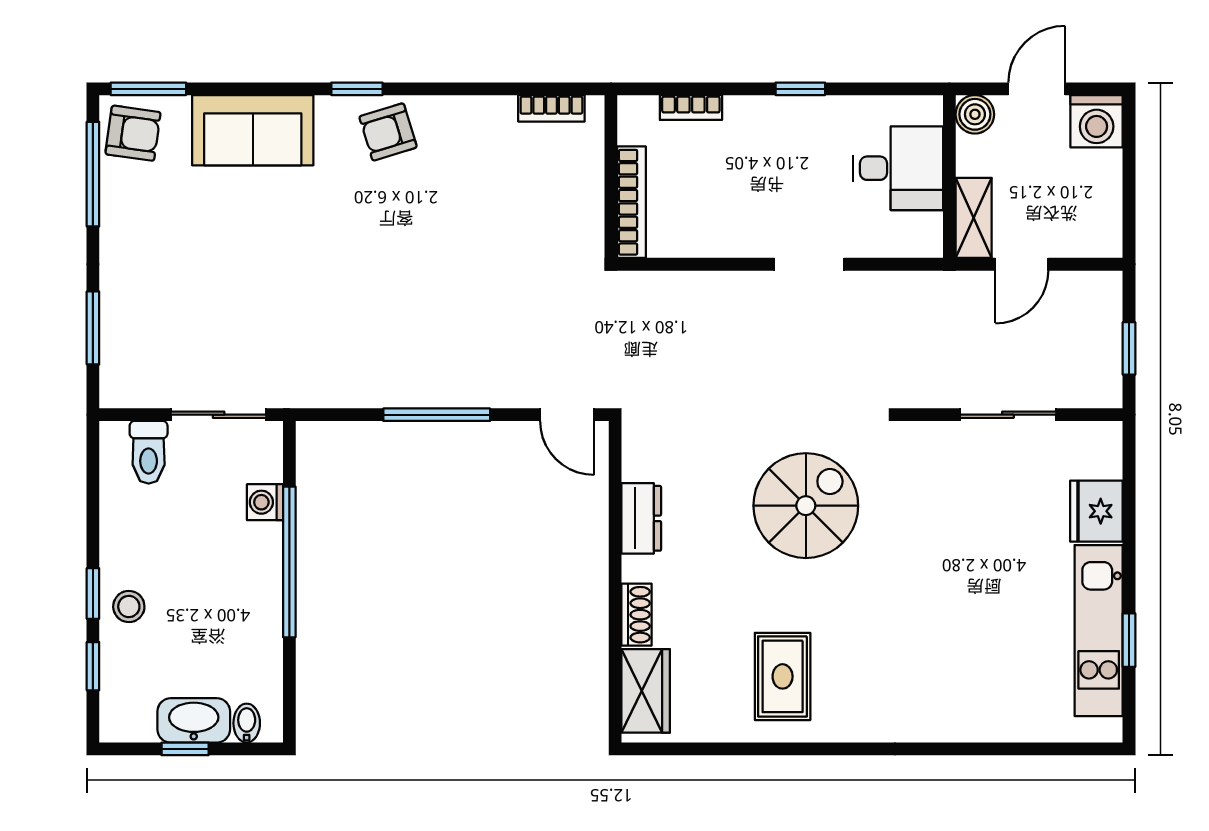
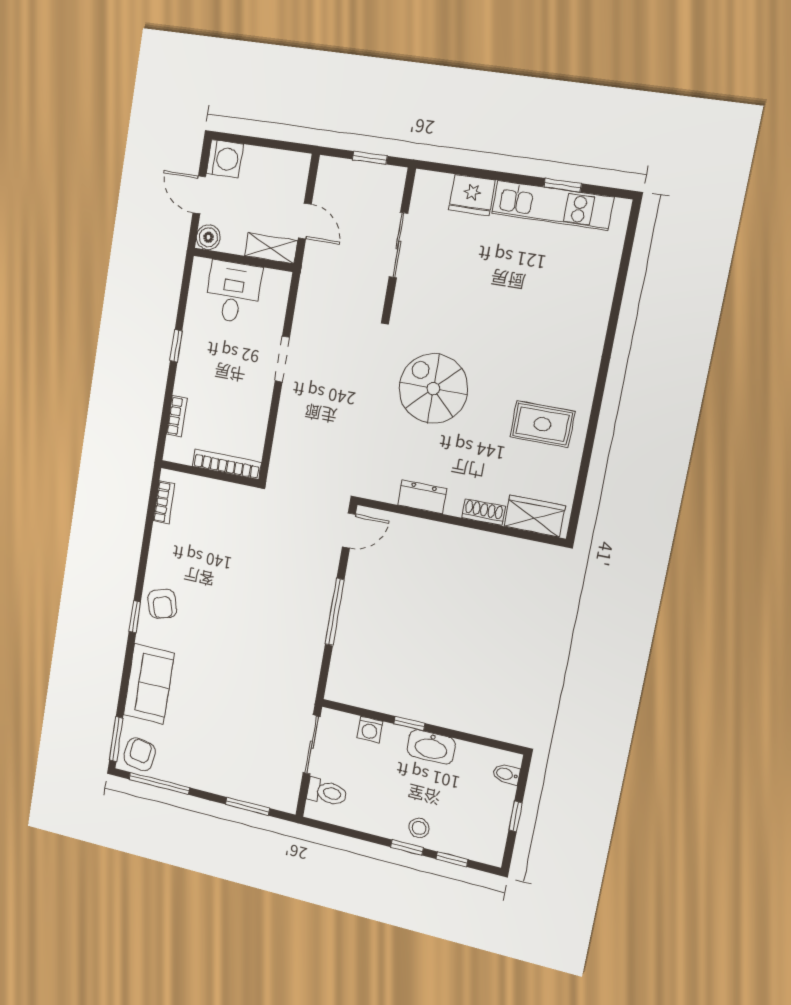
window: (289, 562) -> (409, 723), width x0.32
washbasin: (194, 720) -> (431, 747), moved, turned -90

